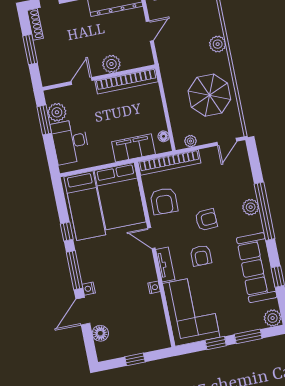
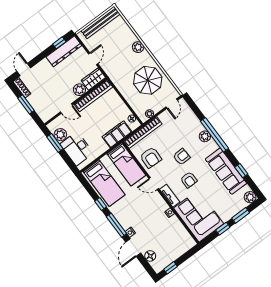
wardrobe: (137, 58) -> (93, 79), added
door: (82, 81) -> (66, 109), swing flipped
bed: (120, 196) -> (126, 164), width x0.67
window: (135, 359) -> (171, 268), moved

